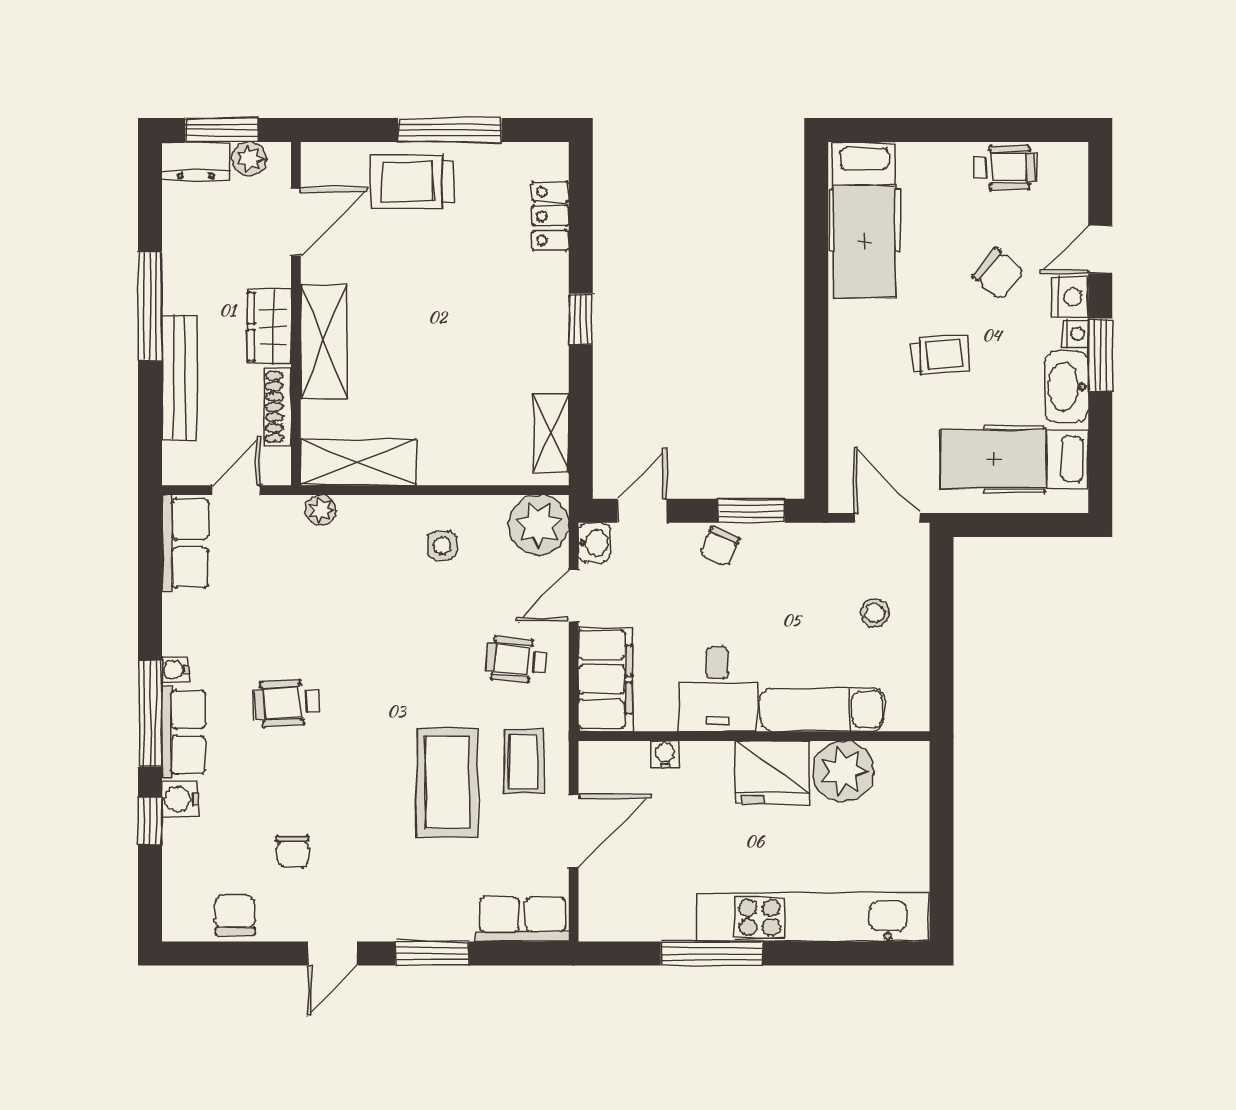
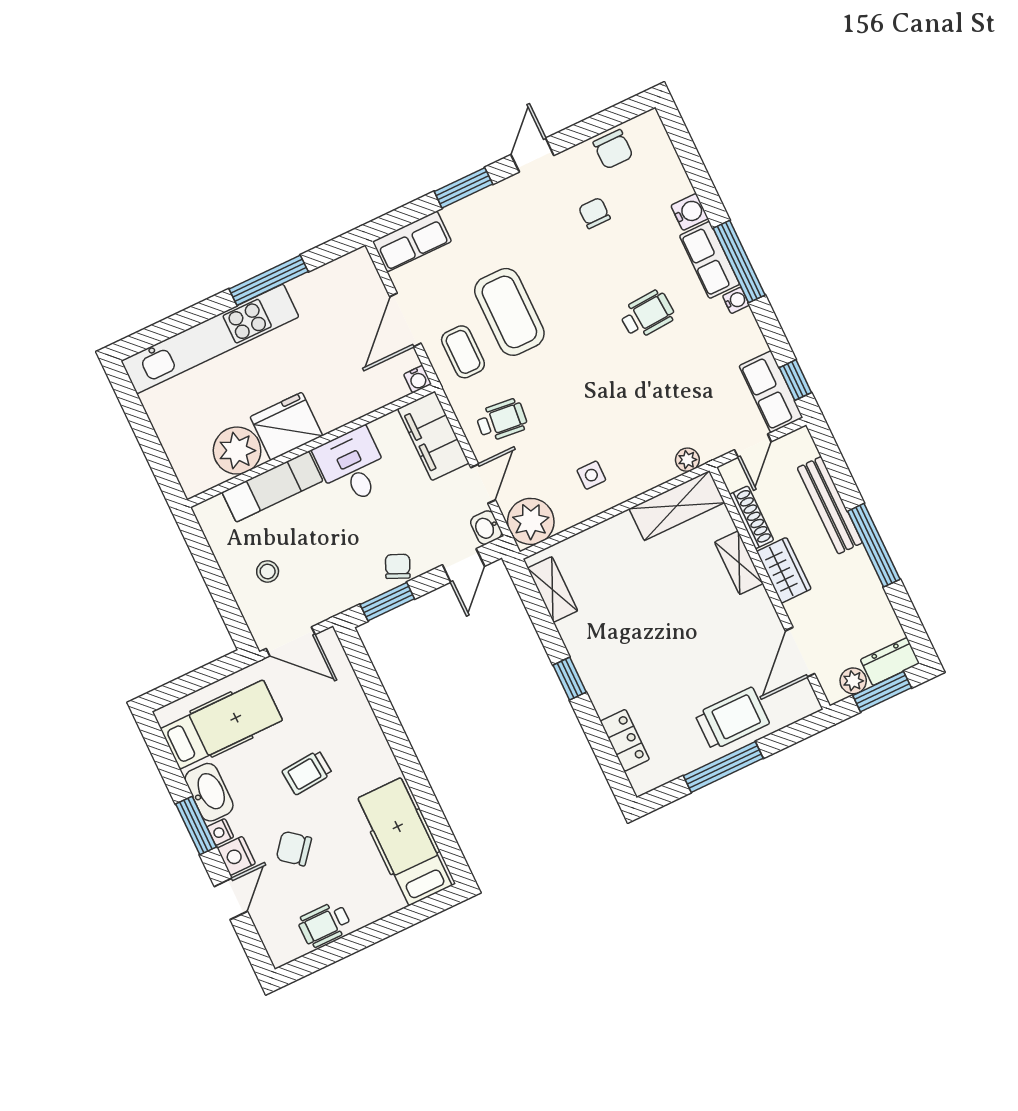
shelving: (323, 342) -> (739, 563), width x0.67, depth x0.75
water cooler: (665, 755) -> (418, 379), moved
window: (150, 821) -> (795, 380), moved

